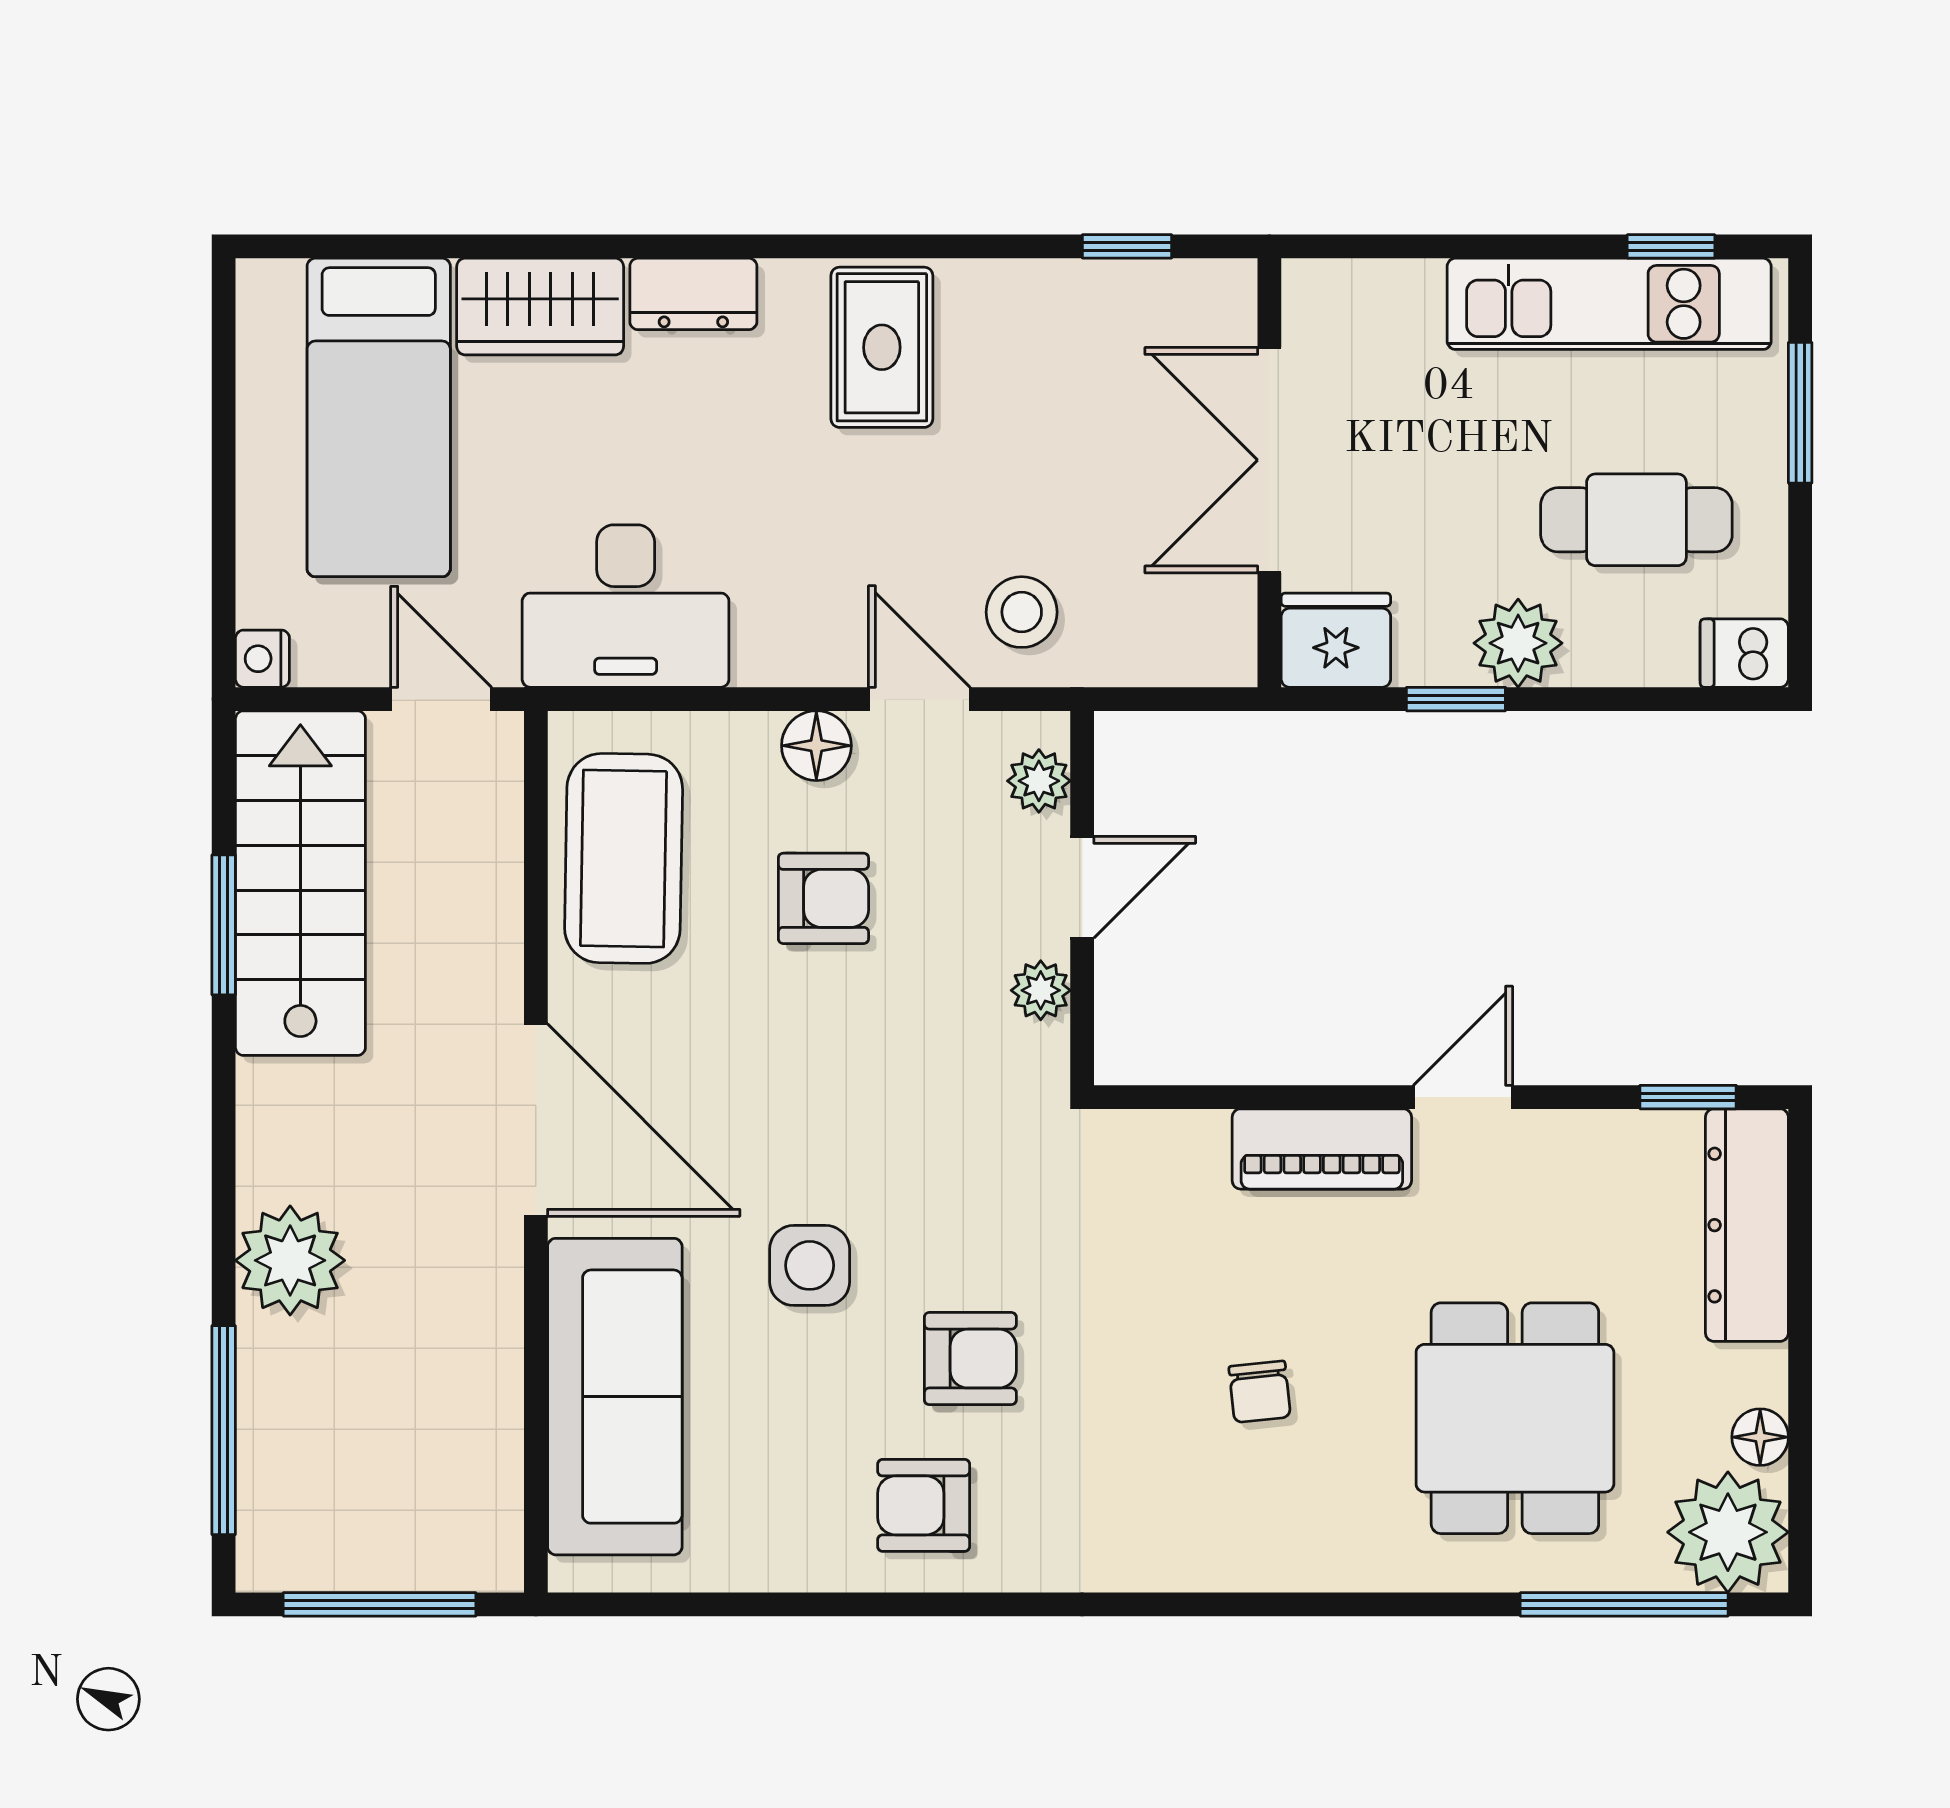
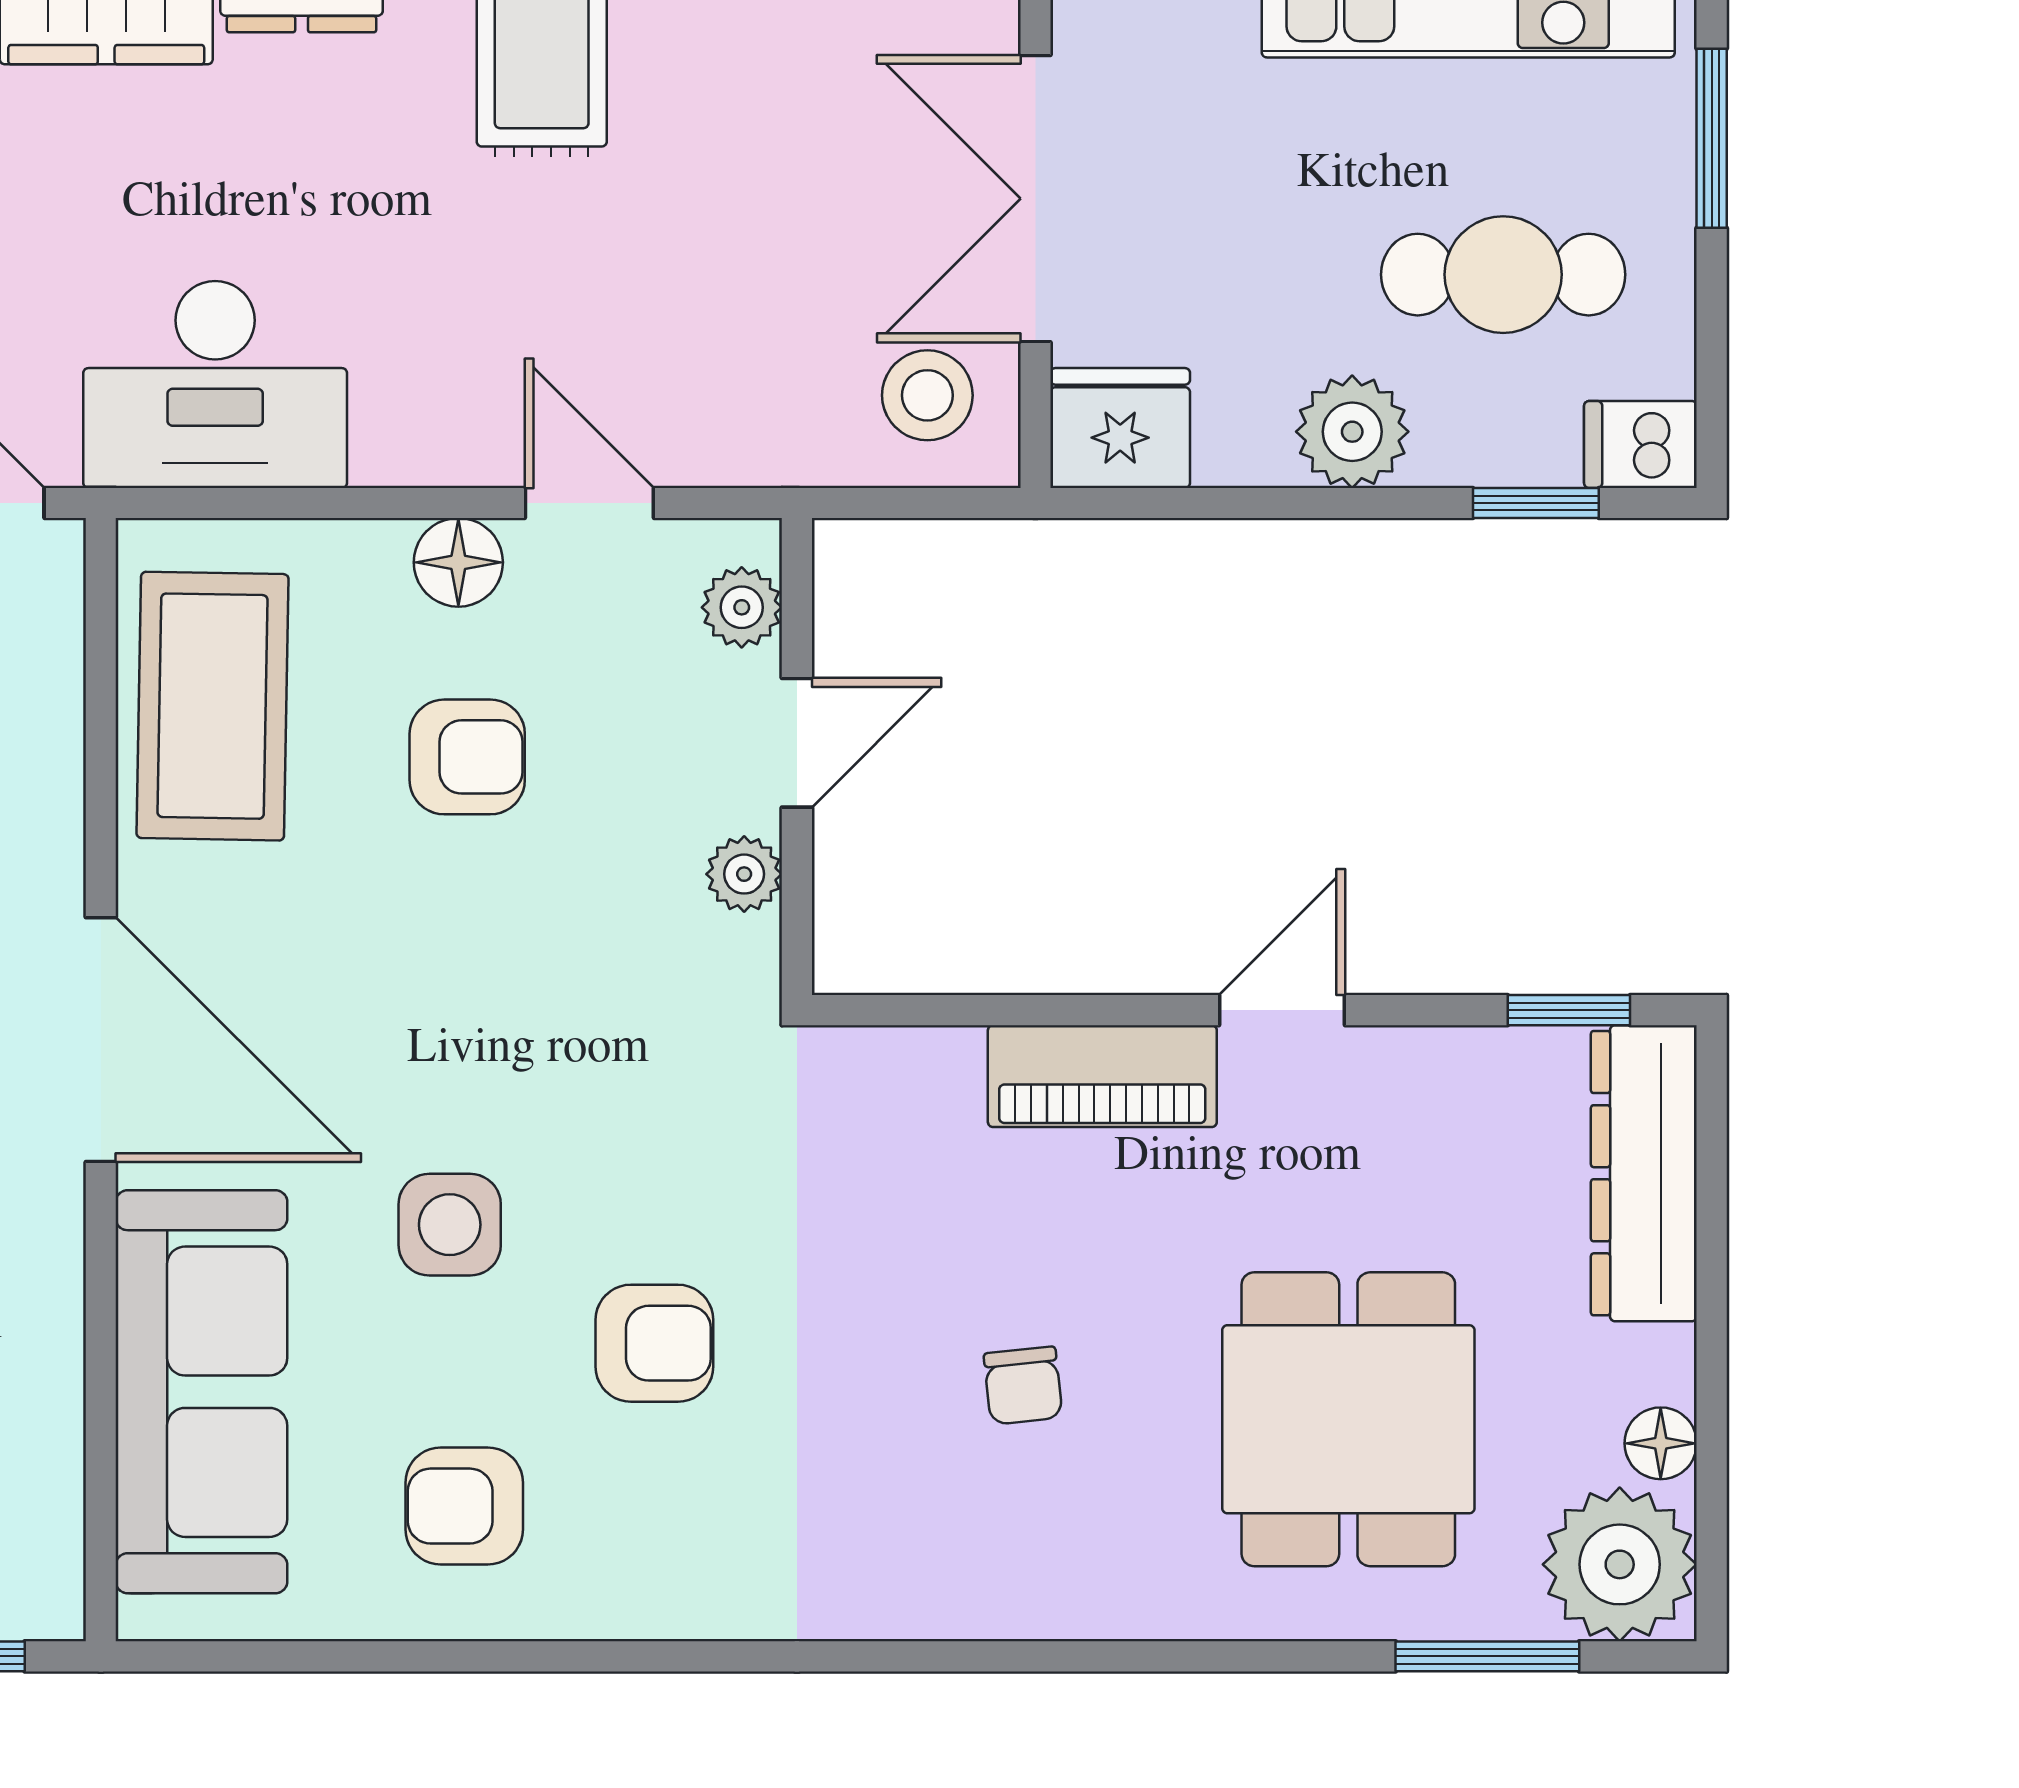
stool: (1022, 612) -> (927, 395), moved
window: (1456, 699) -> (1536, 503), moved
armchair: (924, 1505) -> (464, 1506), moved
window: (1624, 1604) -> (1487, 1656), width x0.69

